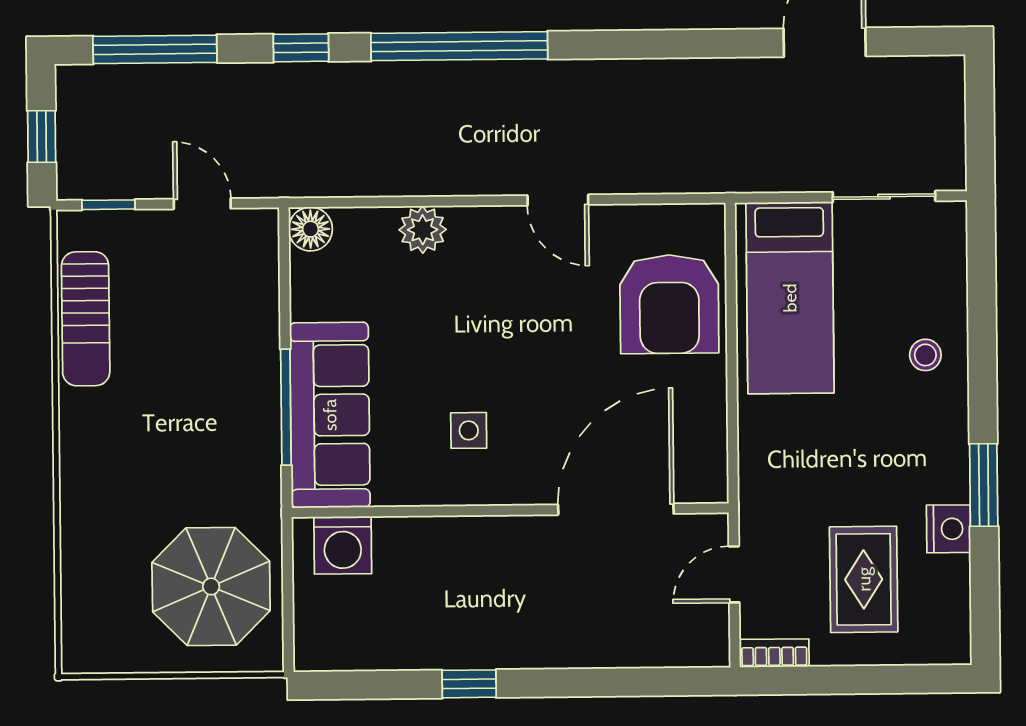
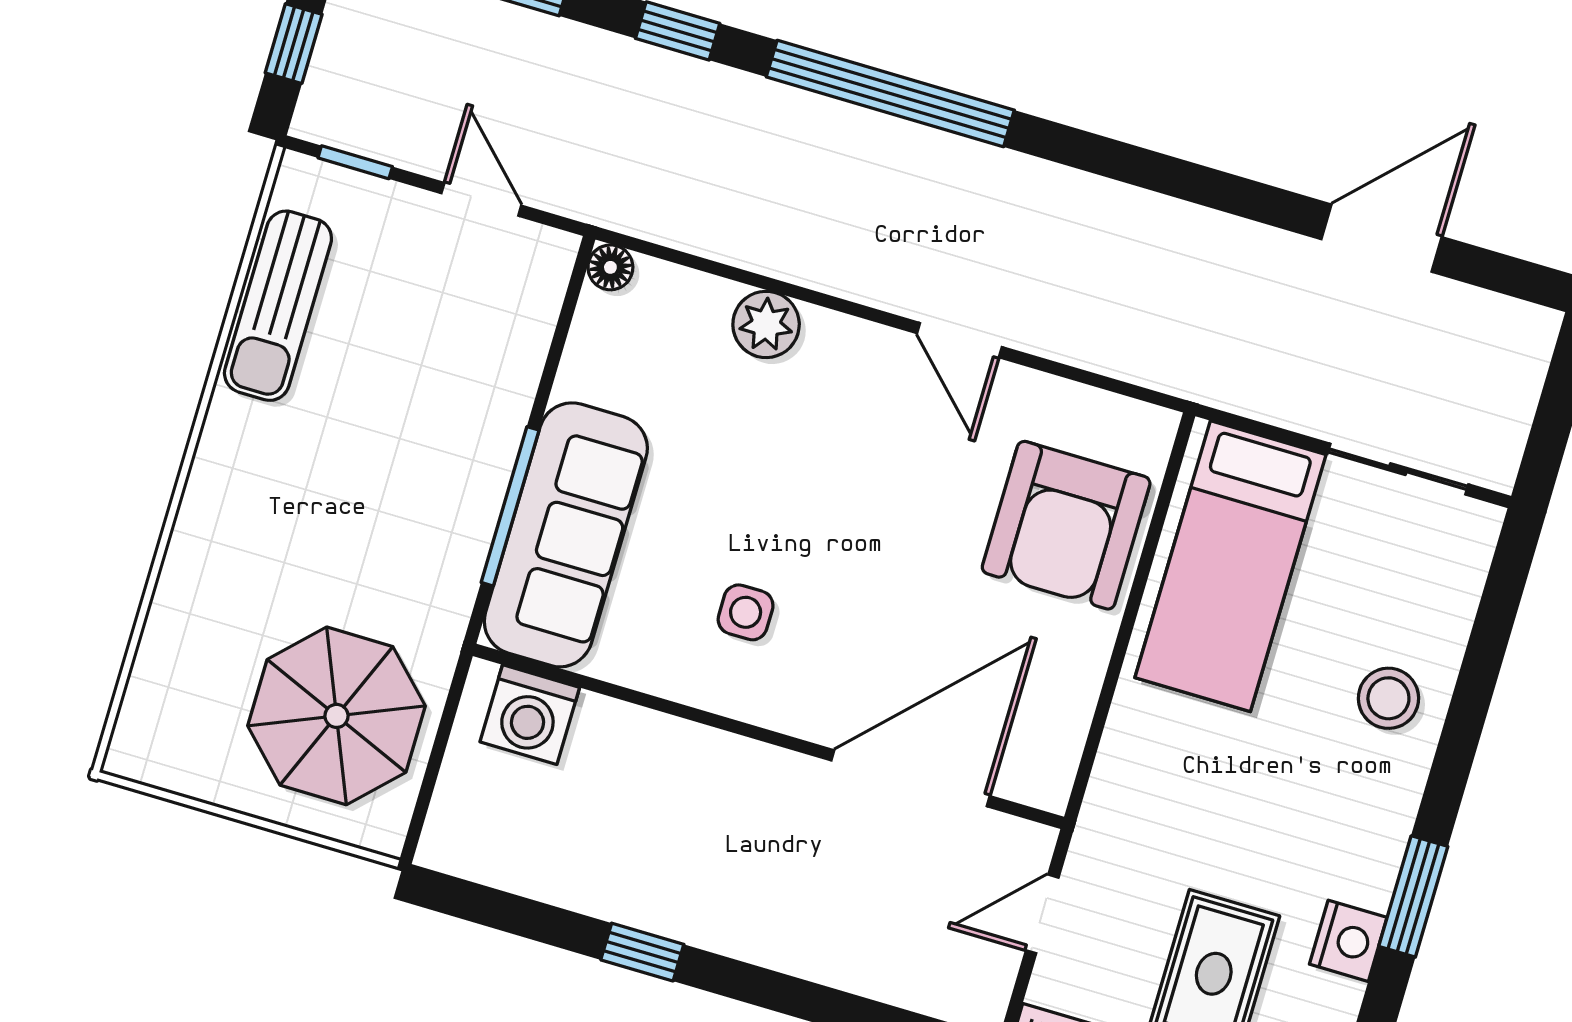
floor lamp: (311, 229) -> (610, 267), width x0.73, depth x0.73
stool: (925, 355) -> (1388, 698), width x1.37, depth x1.37

